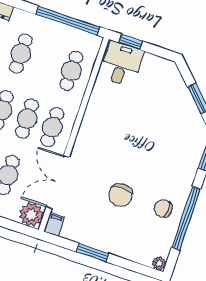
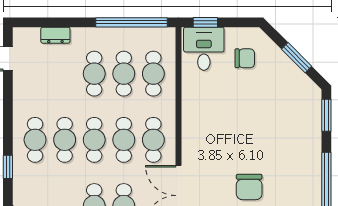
cafe table: (46, 62) -> (124, 74), added
chair: (163, 208) -> (245, 58), moved, turned 180

